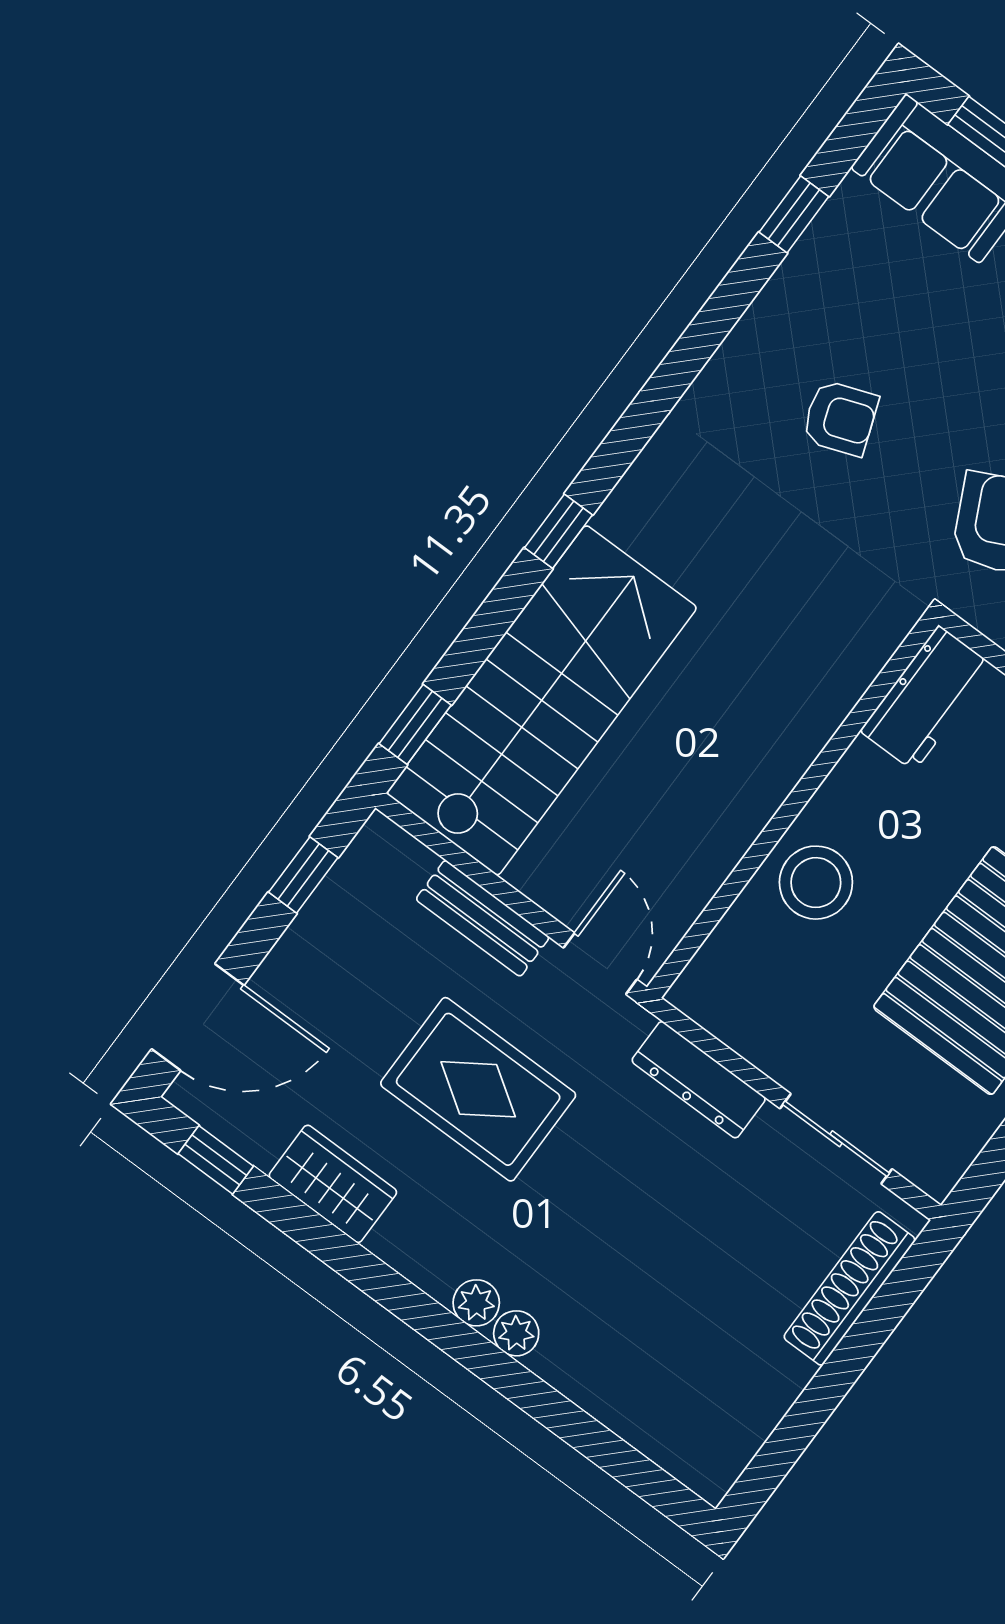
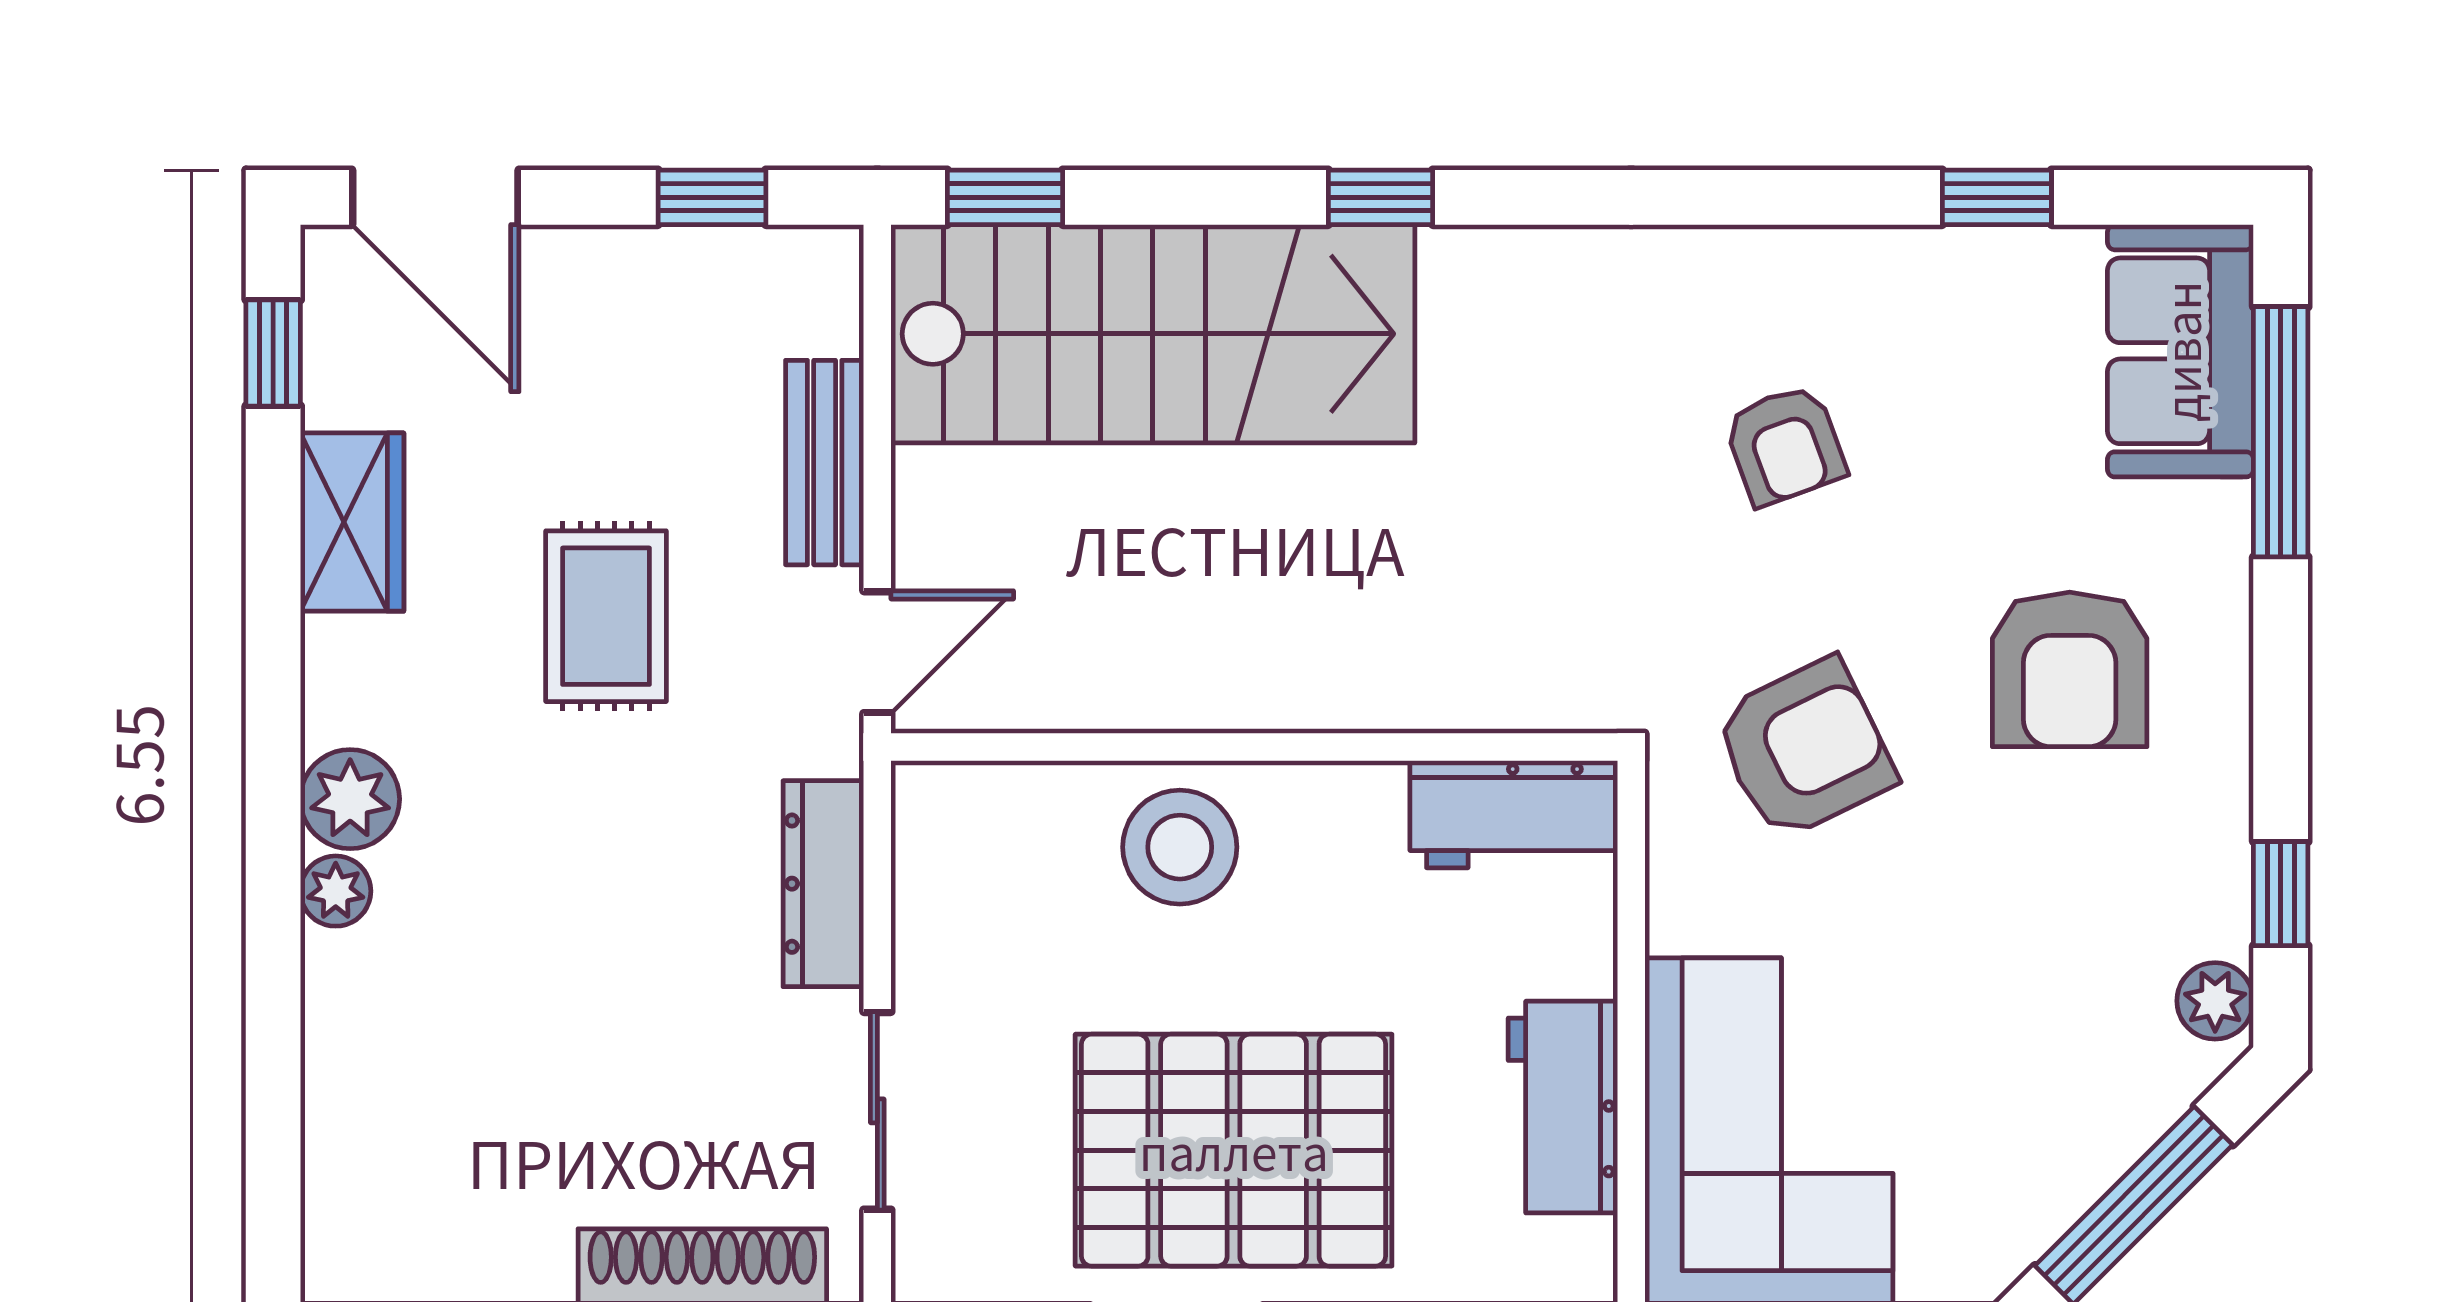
rug: (478, 1089) -> (606, 616), width x0.73, depth x0.70
plant: (476, 1303) -> (350, 799), width x1.38, depth x1.38

